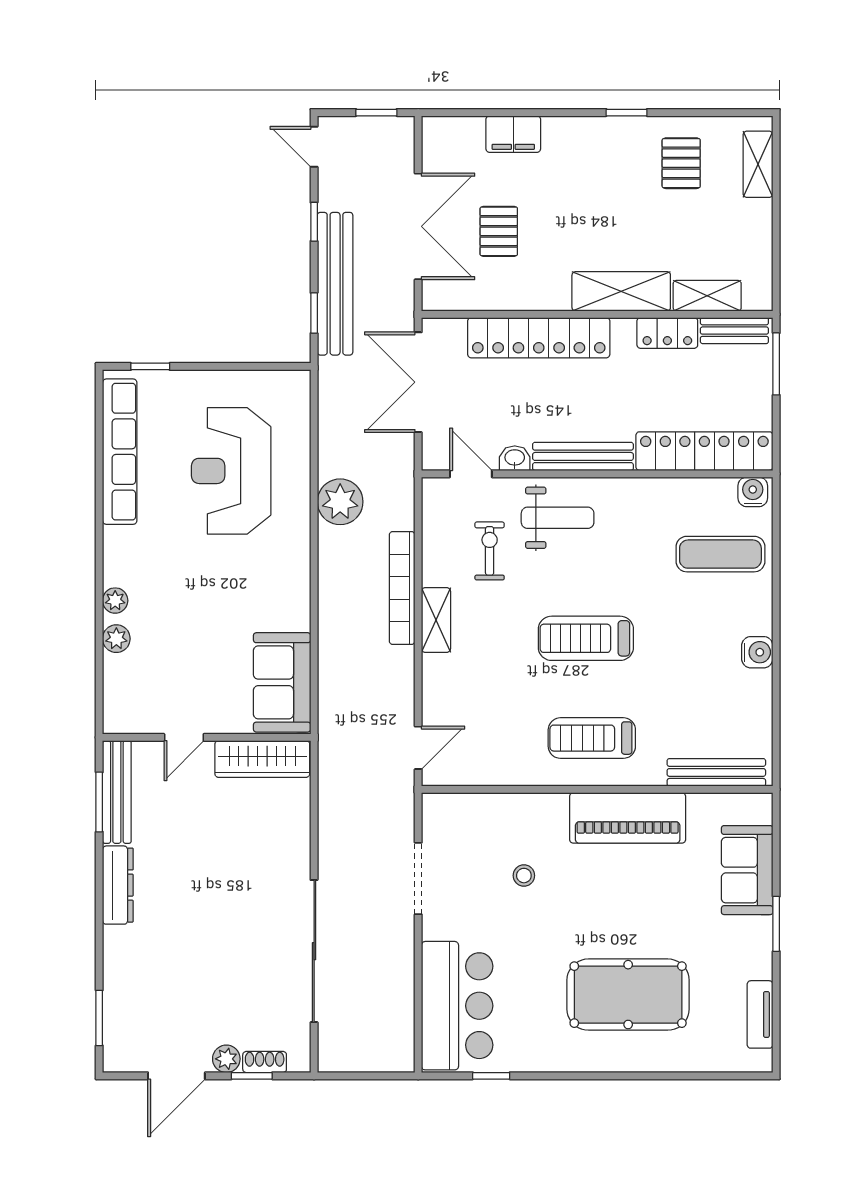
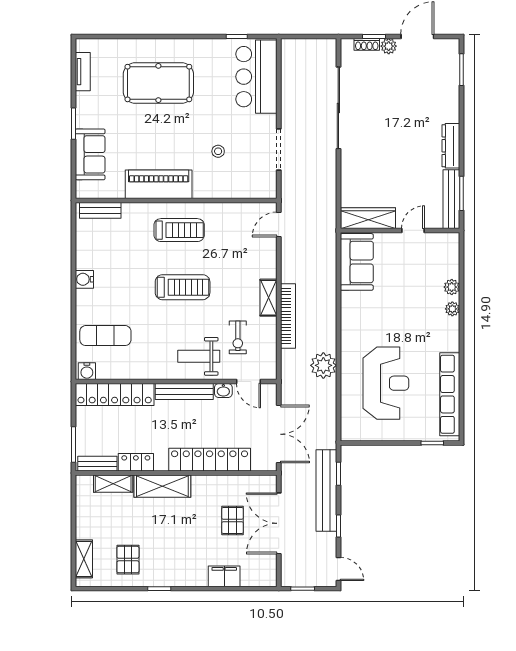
bench: (716, 772) -> (100, 210), width x0.73

